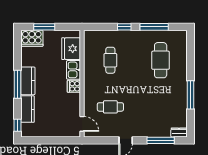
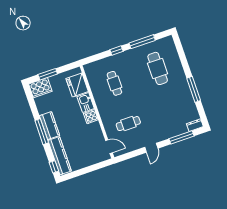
kitchen counter: (28, 109) -> (60, 156), width x1.50

